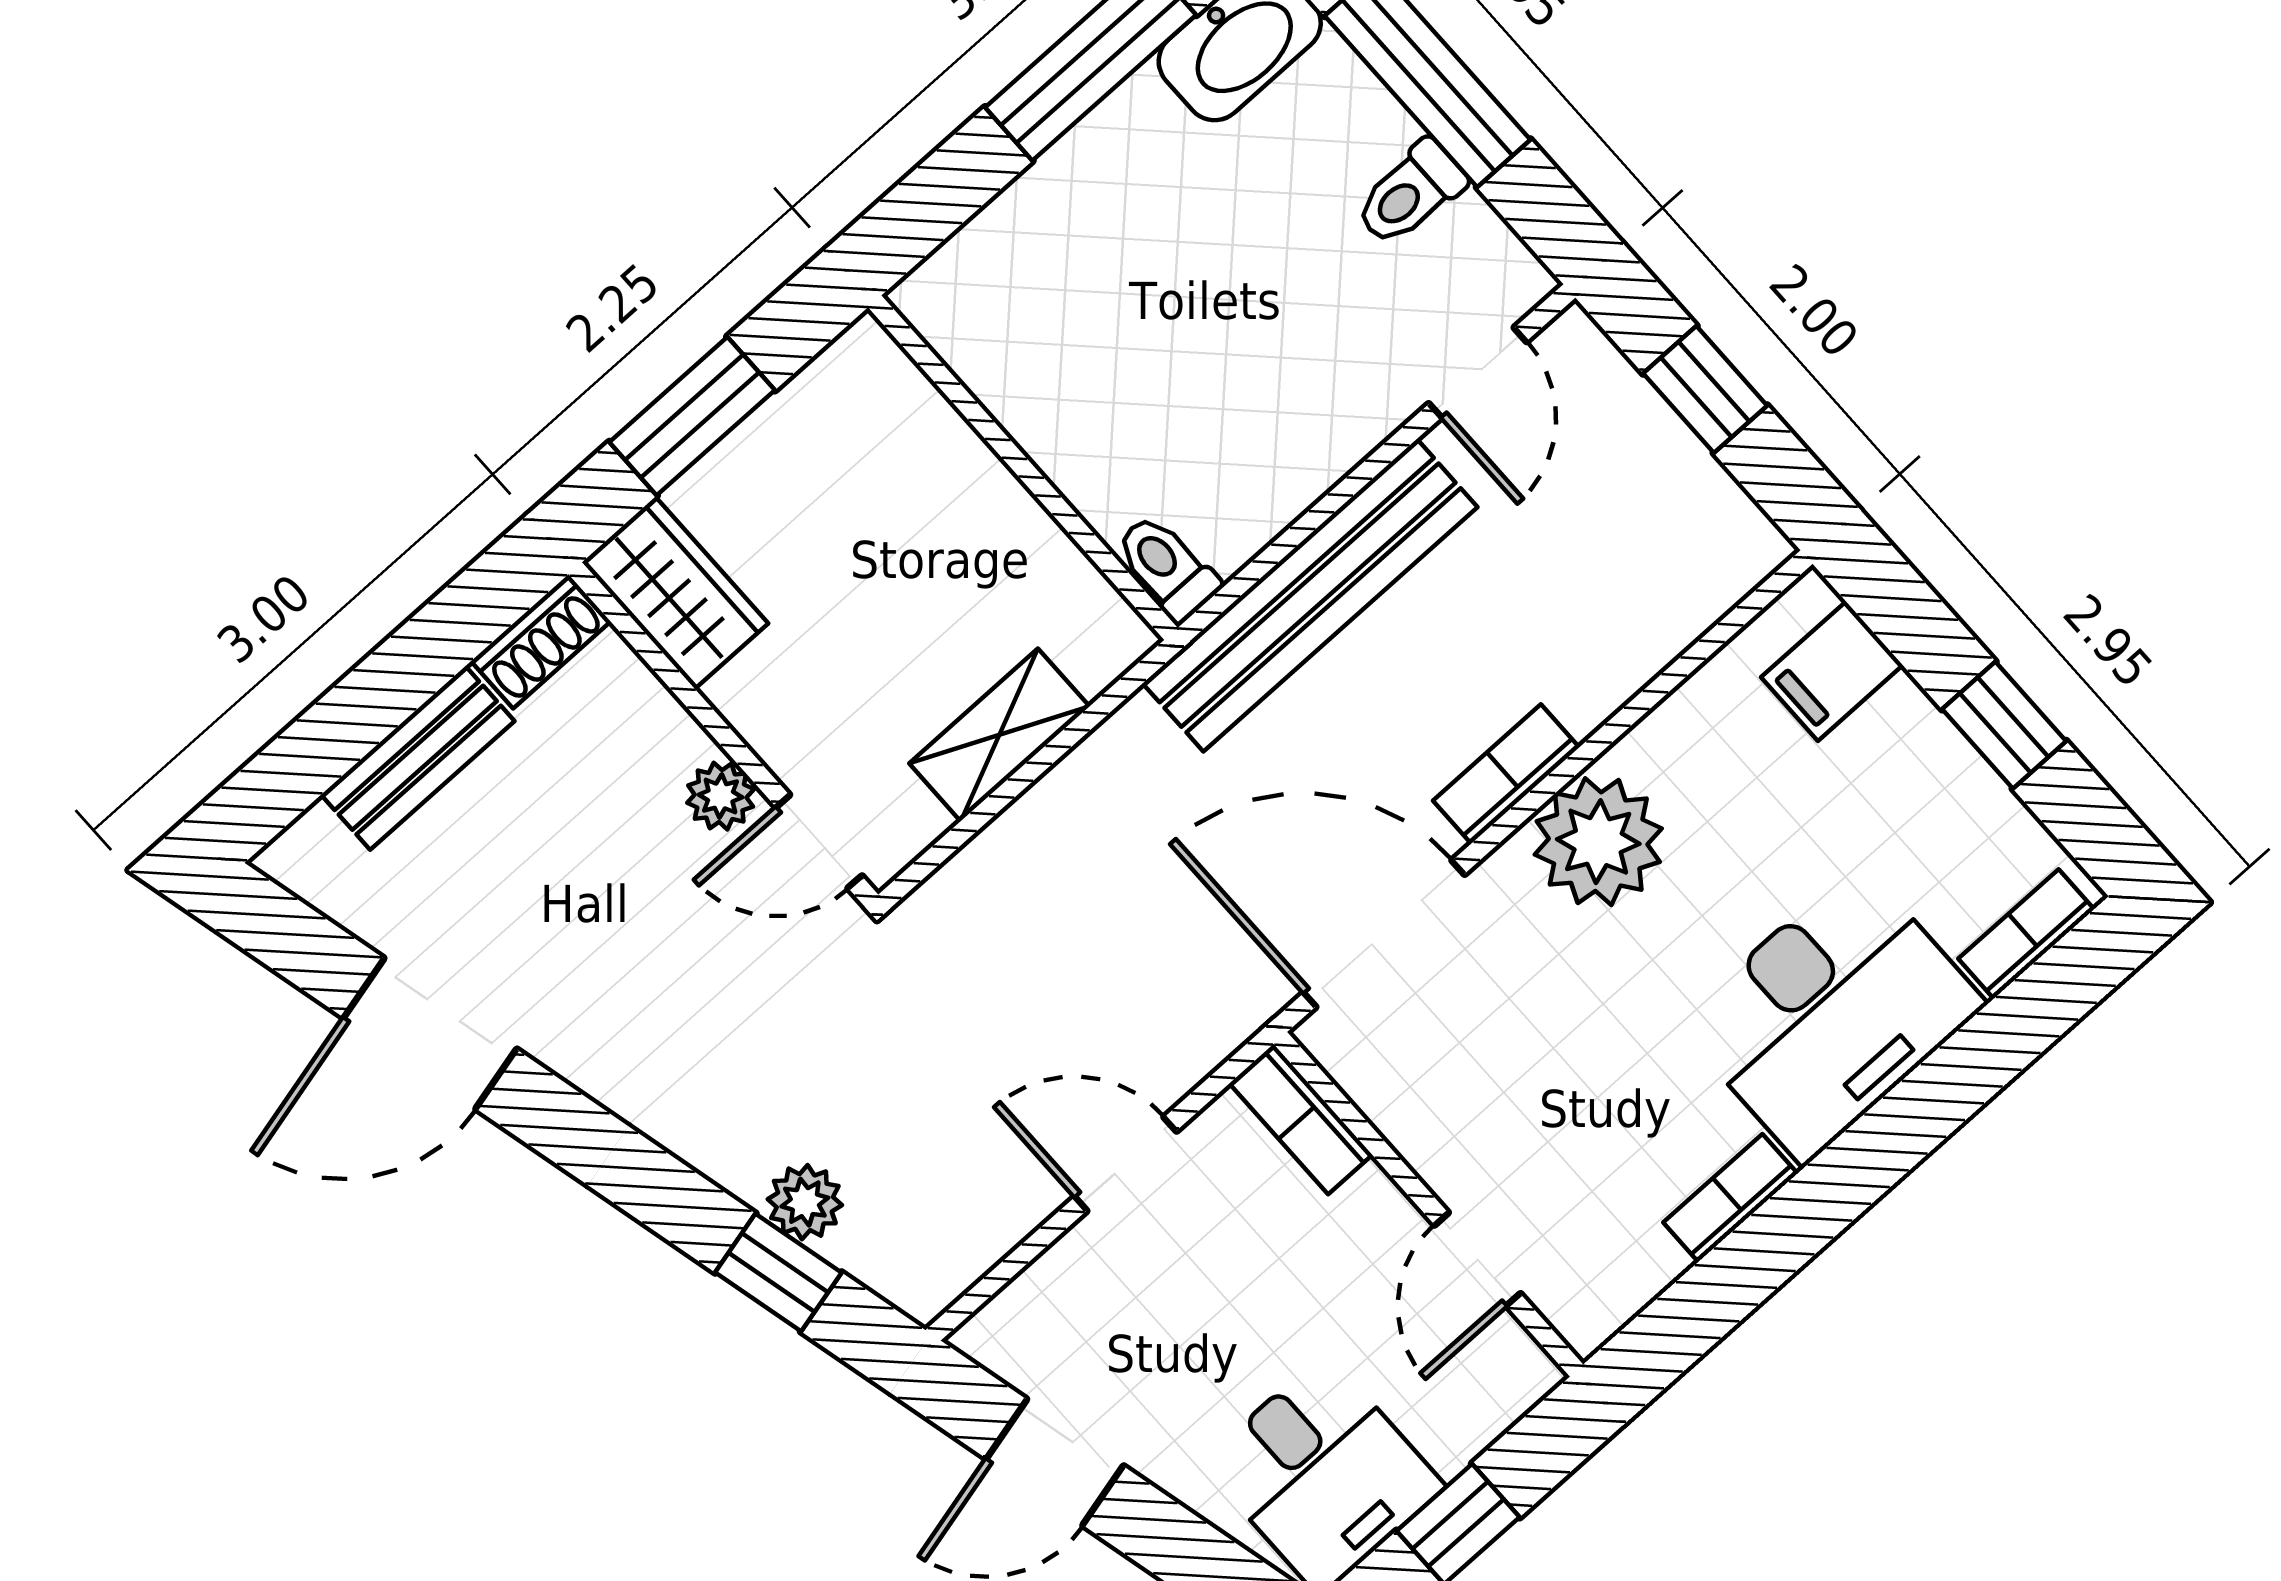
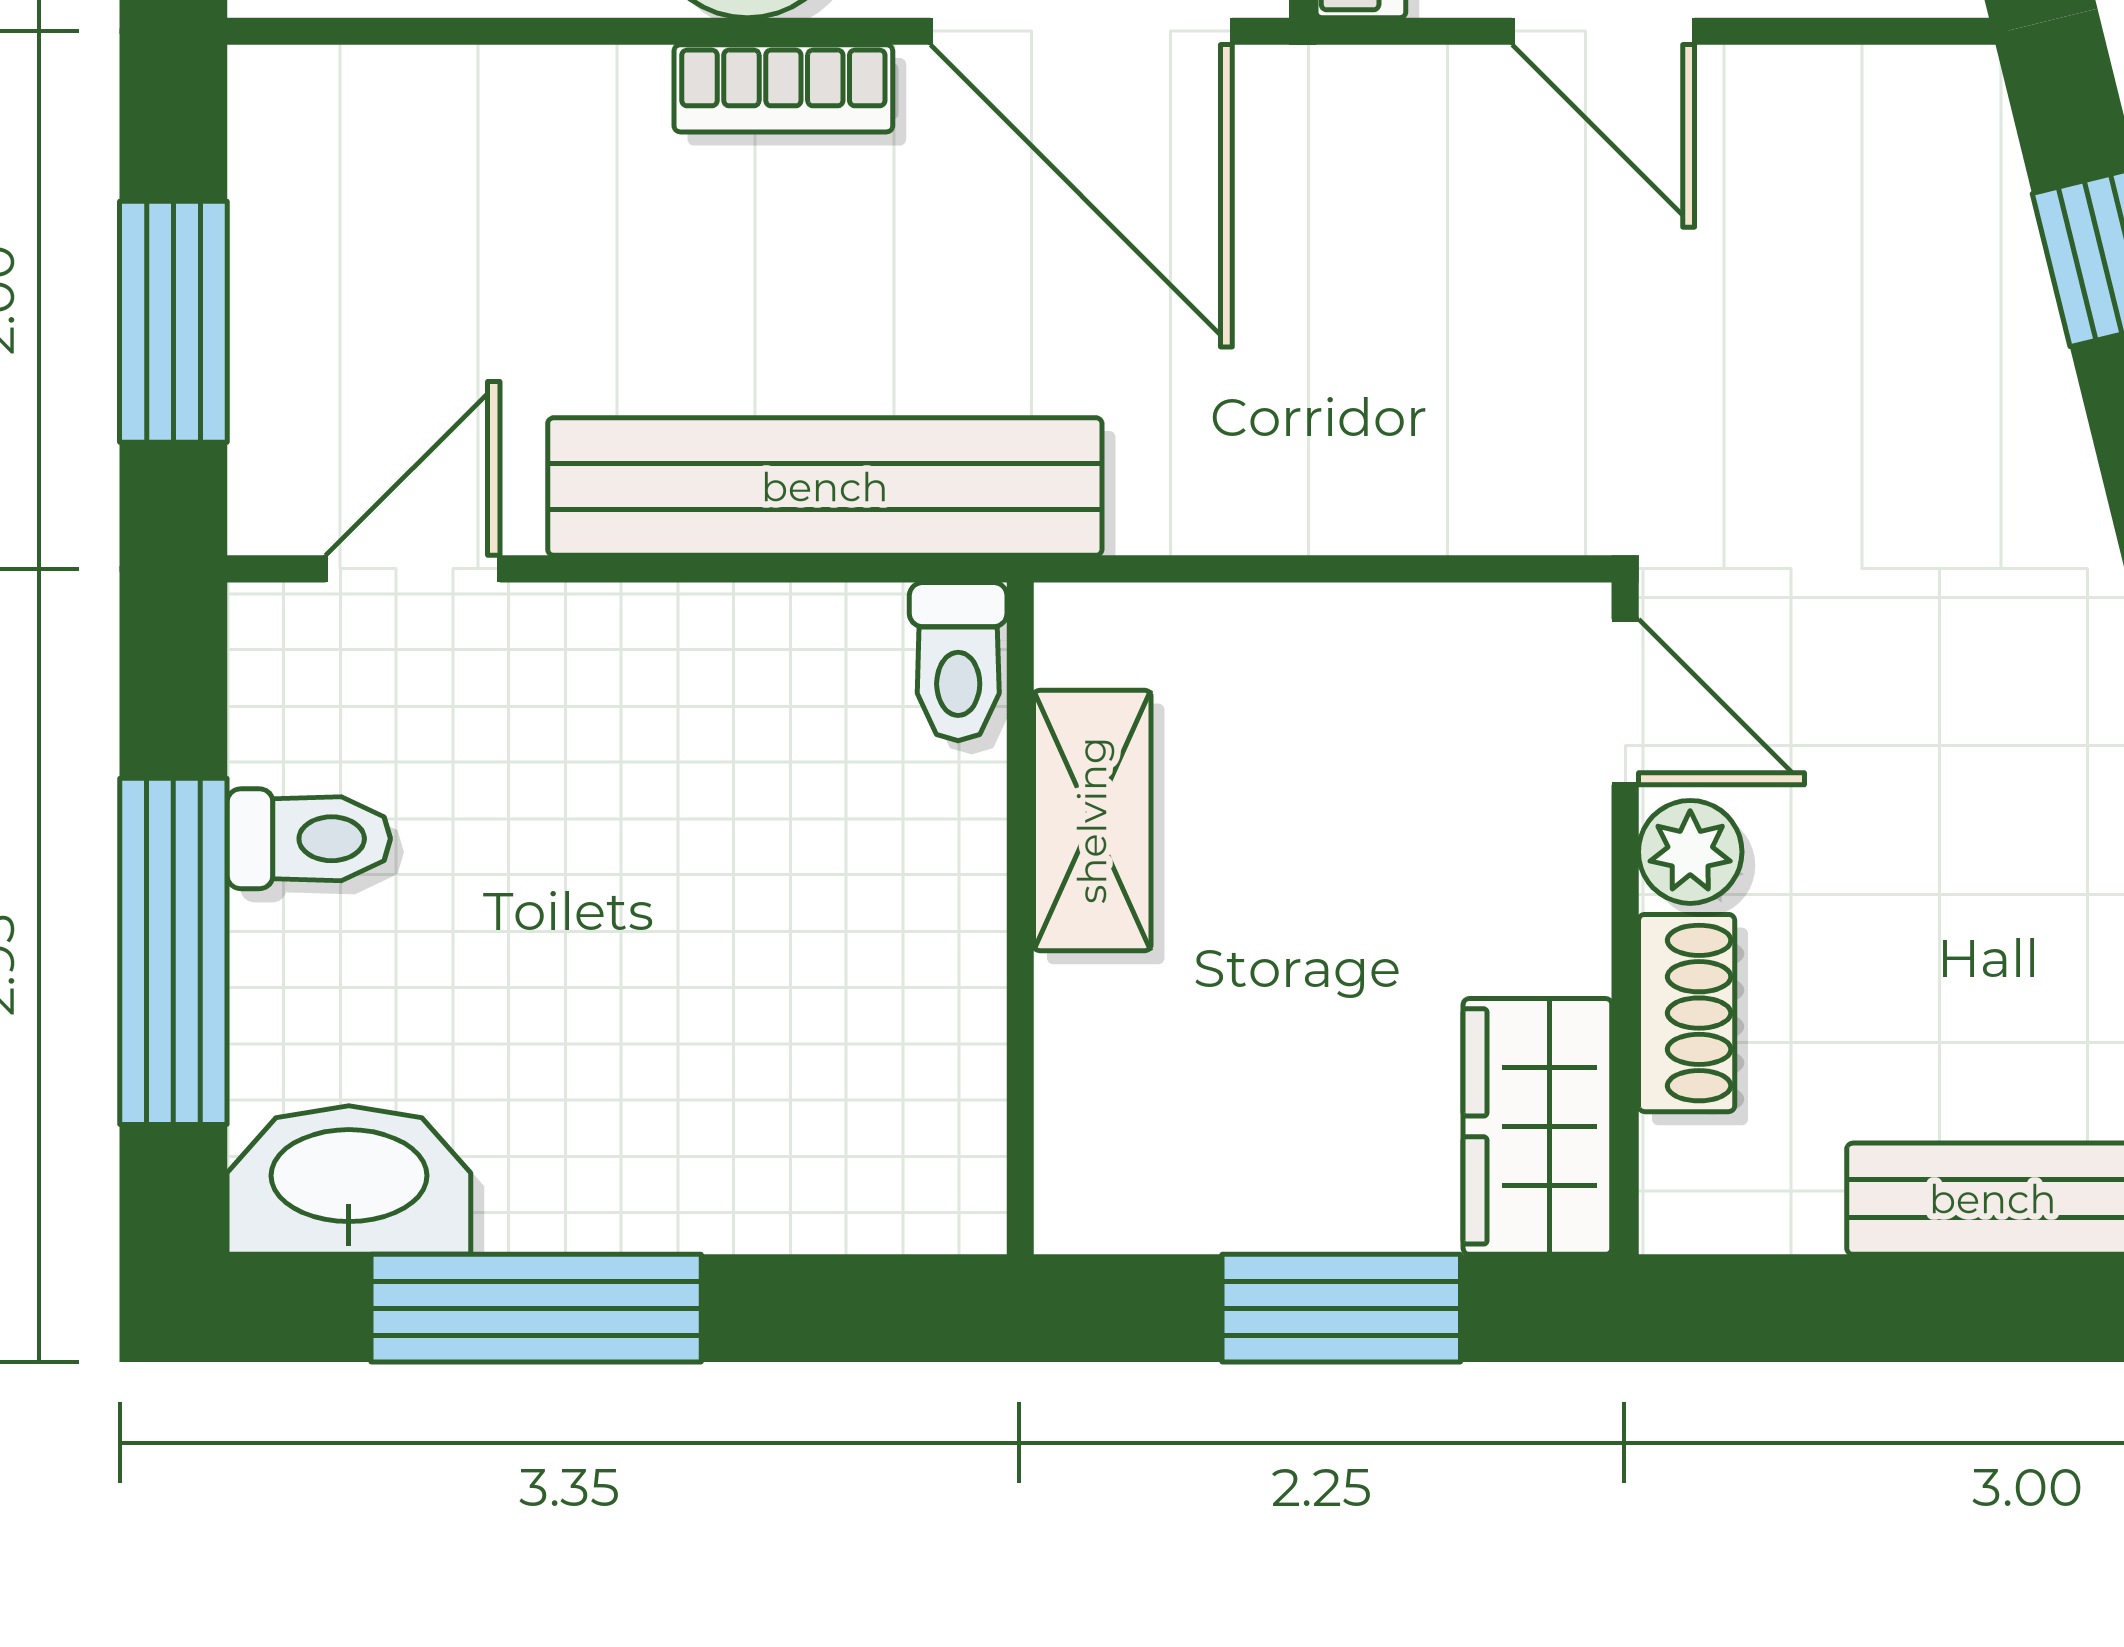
window: (1705, 389) -> (173, 322), width x1.50
shoe rack: (541, 641) -> (1687, 1013), moved, turned 90
shelving: (999, 735) -> (1092, 820), moved, turned 90
plant: (805, 1202) -> (2003, 310), removed

